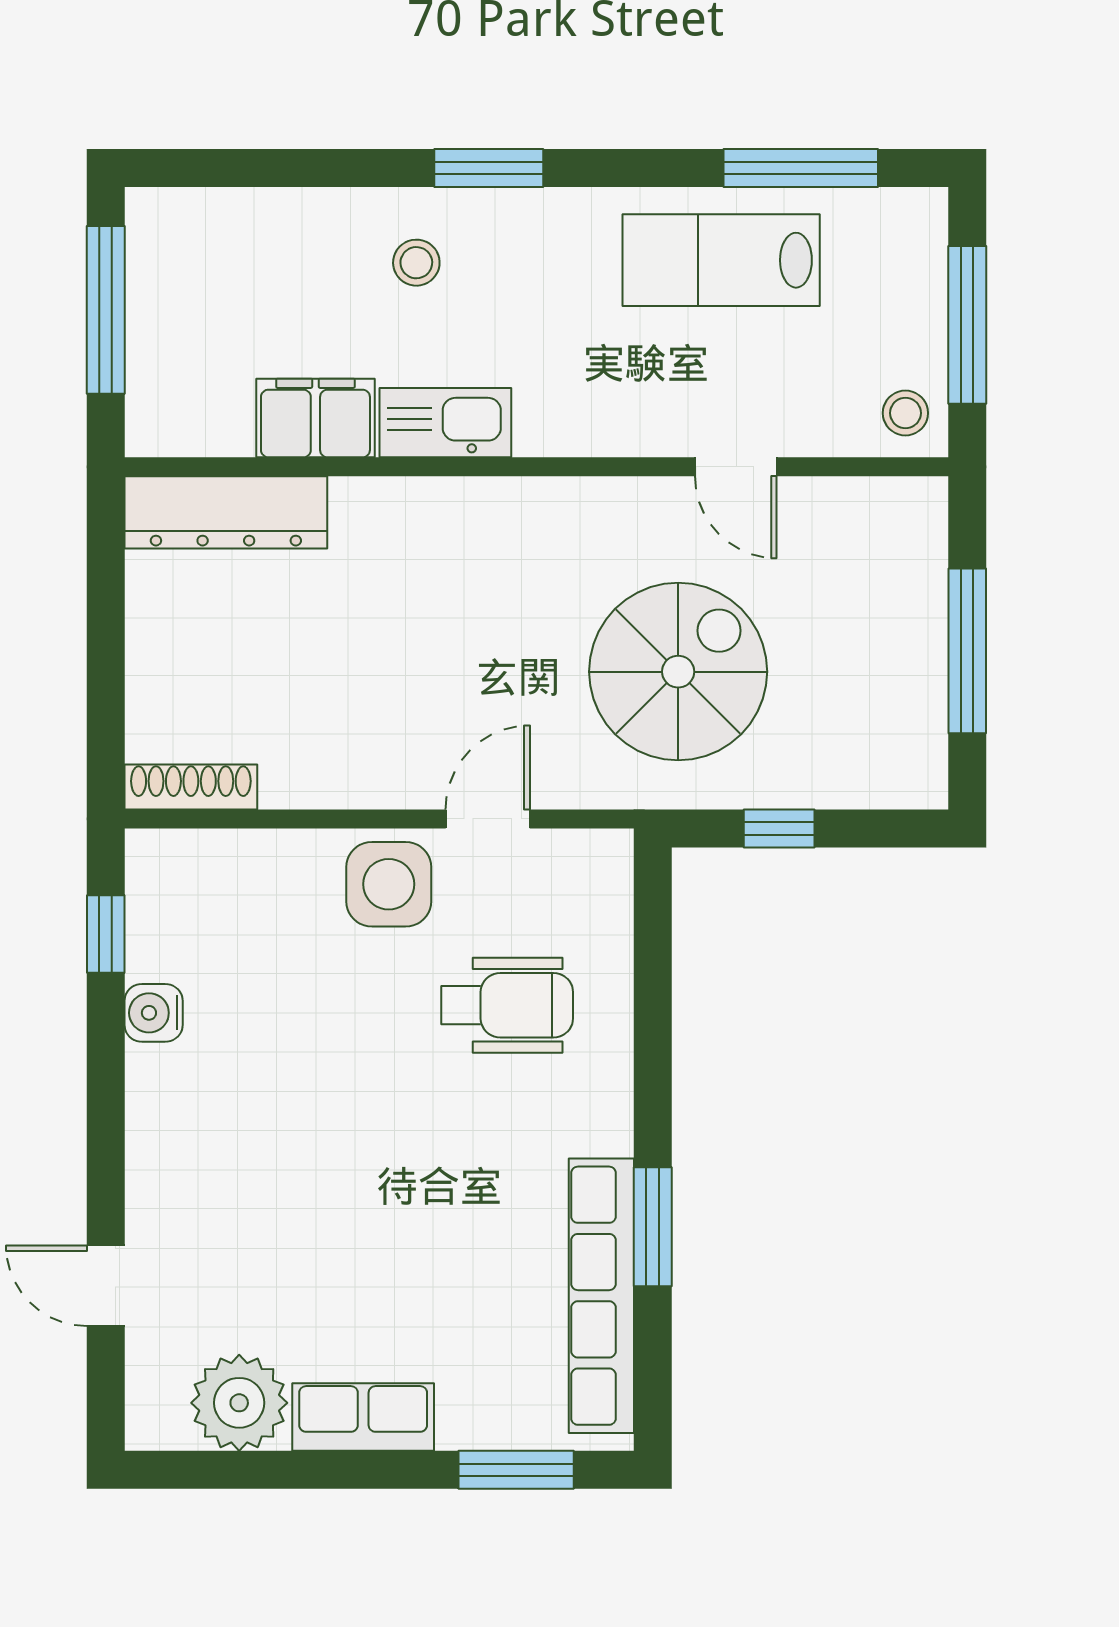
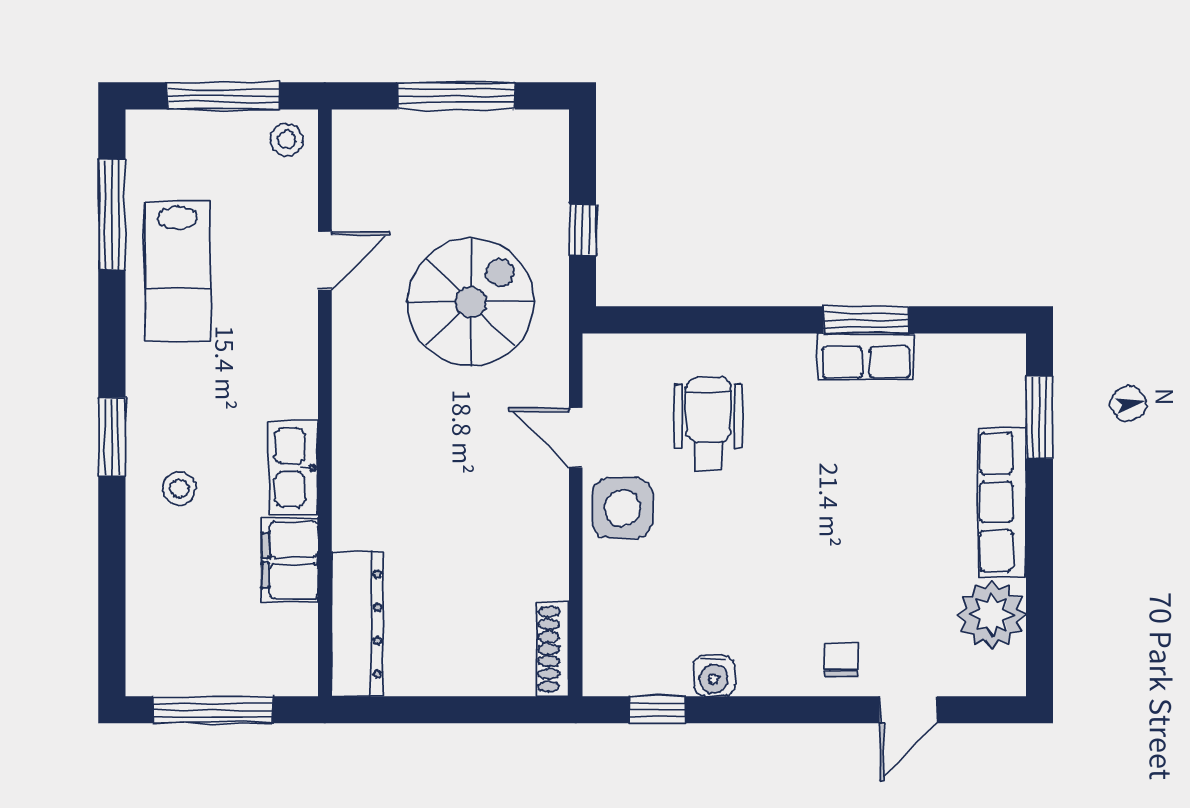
spiral stairs: (678, 672) -> (471, 302), turned 90
chair: (175, 1191) -> (841, 660), added
row of seats: (601, 1296) -> (866, 357), width x0.50
row of seats: (363, 1417) -> (1002, 502), width x1.48

